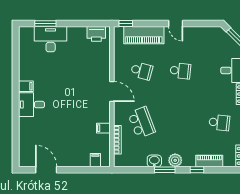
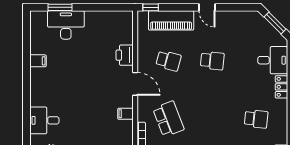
printer: (96, 34) -> (125, 55), moved, turned 90
filing cabinet: (26, 86) -> (38, 61), moved
desk: (31, 105) -> (44, 120), moved
filing cabinet: (103, 128) -> (125, 114), moved

